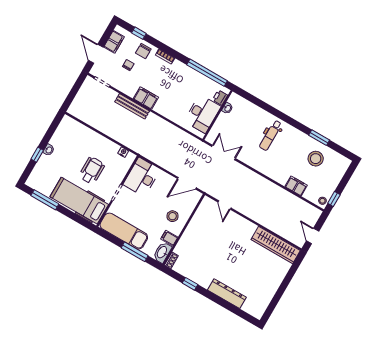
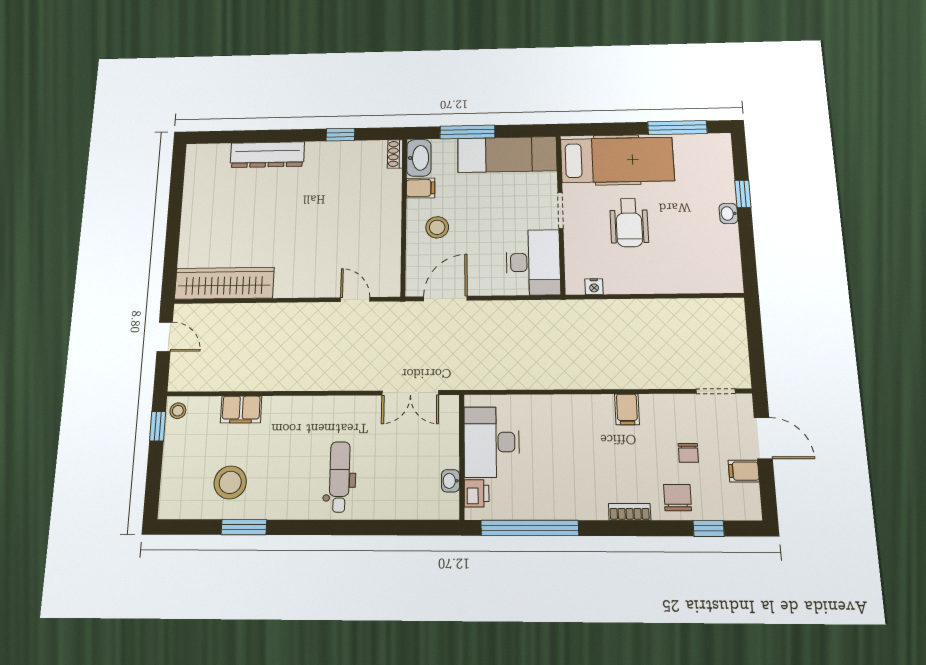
filing cabinet: (114, 42) -> (744, 471), width x0.50
filing cabinet: (146, 98) -> (627, 409), width x0.50
bench: (132, 106) -> (631, 379), removed

